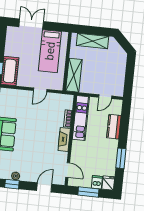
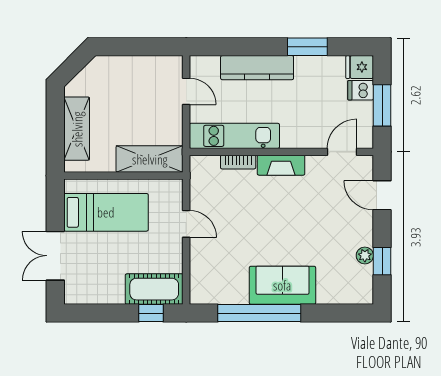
kitchen counter: (114, 127) -> (257, 68), width x1.50

